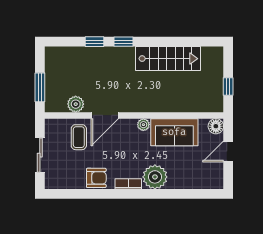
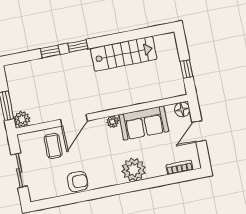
plant: (76, 104) -> (22, 119), moved
bookcase: (128, 184) -> (179, 167), moved

